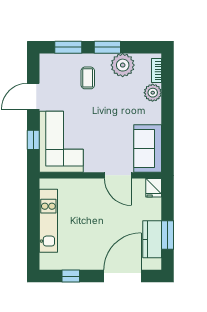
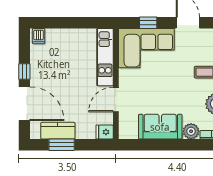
sofa: (148, 148) -> (160, 127), moved
kitchen unit: (48, 221) -> (105, 57), moved, turned 90
dishwasher: (48, 260) -> (39, 36), added
window: (71, 276) -> (24, 71), moved

